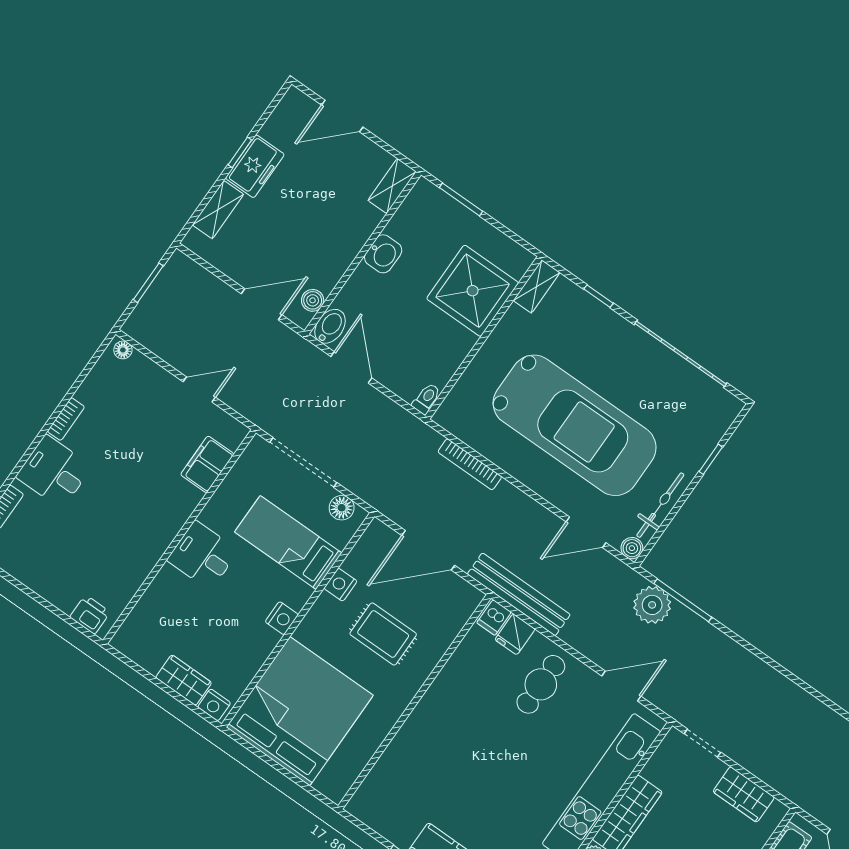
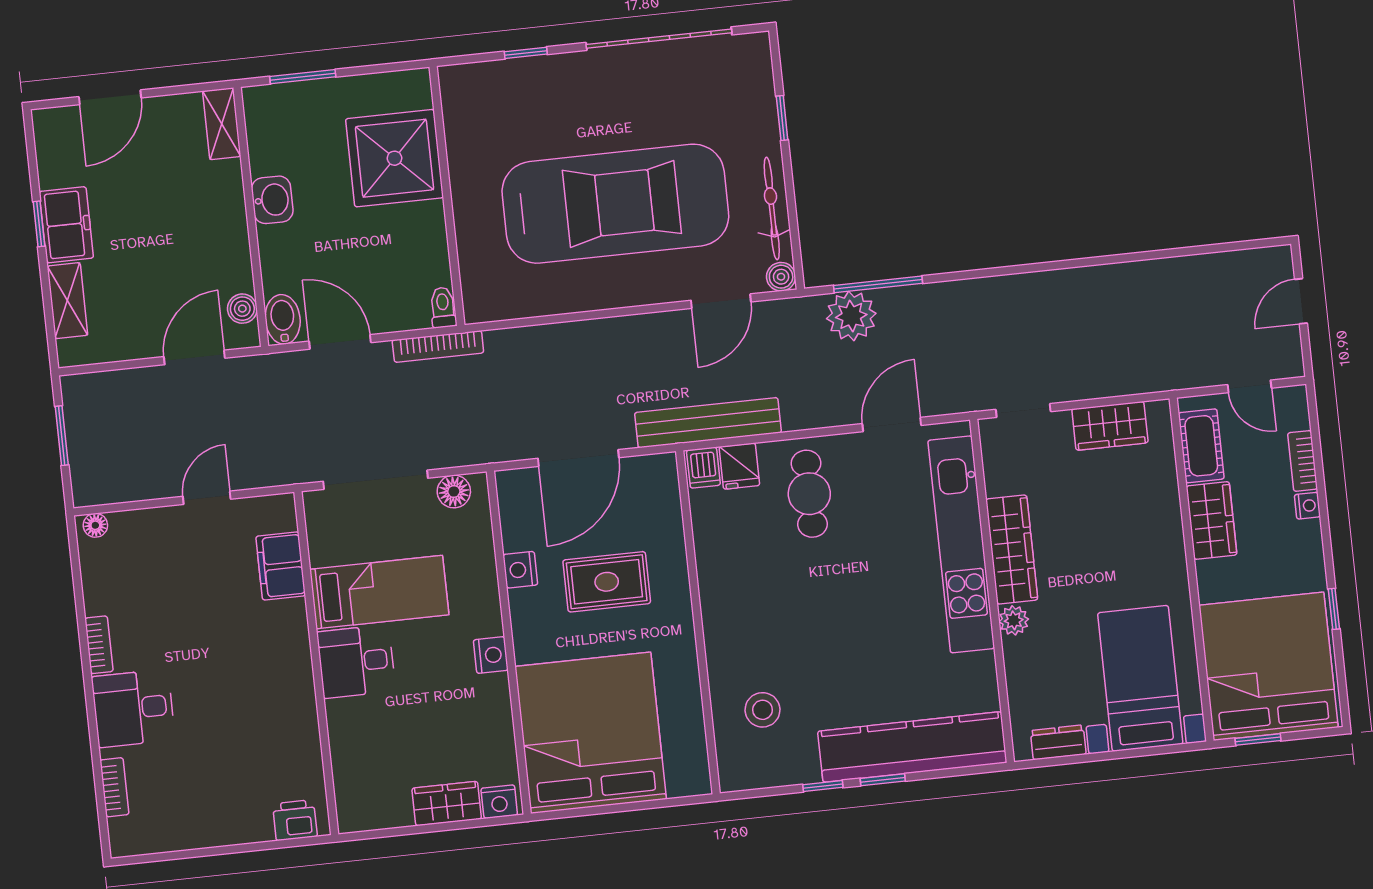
shelving: (537, 287) -> (455, 98), removed
bookcase: (470, 464) -> (438, 346), moved
bed: (288, 542) -> (379, 592), moved, turned 180
stool: (408, 783) -> (763, 710), added

